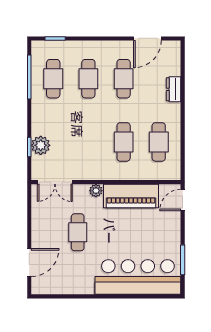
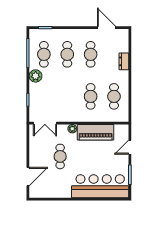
door: (147, 38) -> (106, 28), swing flipped
plant: (41, 145) -> (36, 76), moved
door: (183, 200) -> (130, 147), moved

